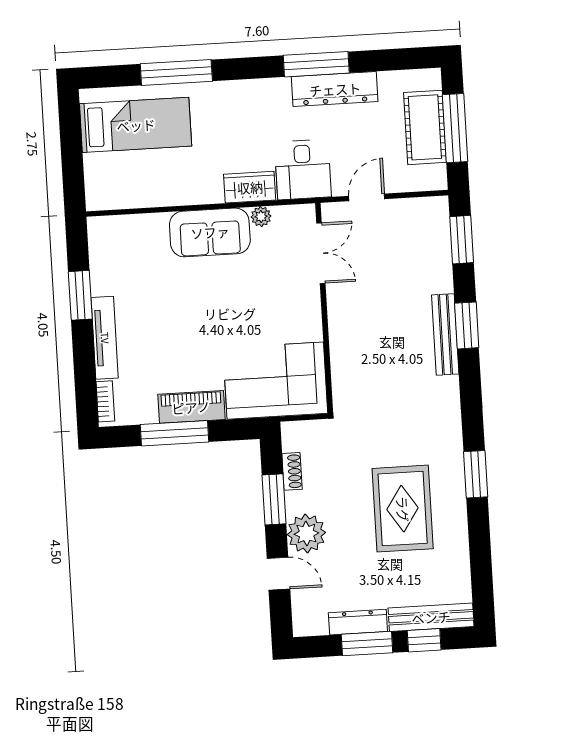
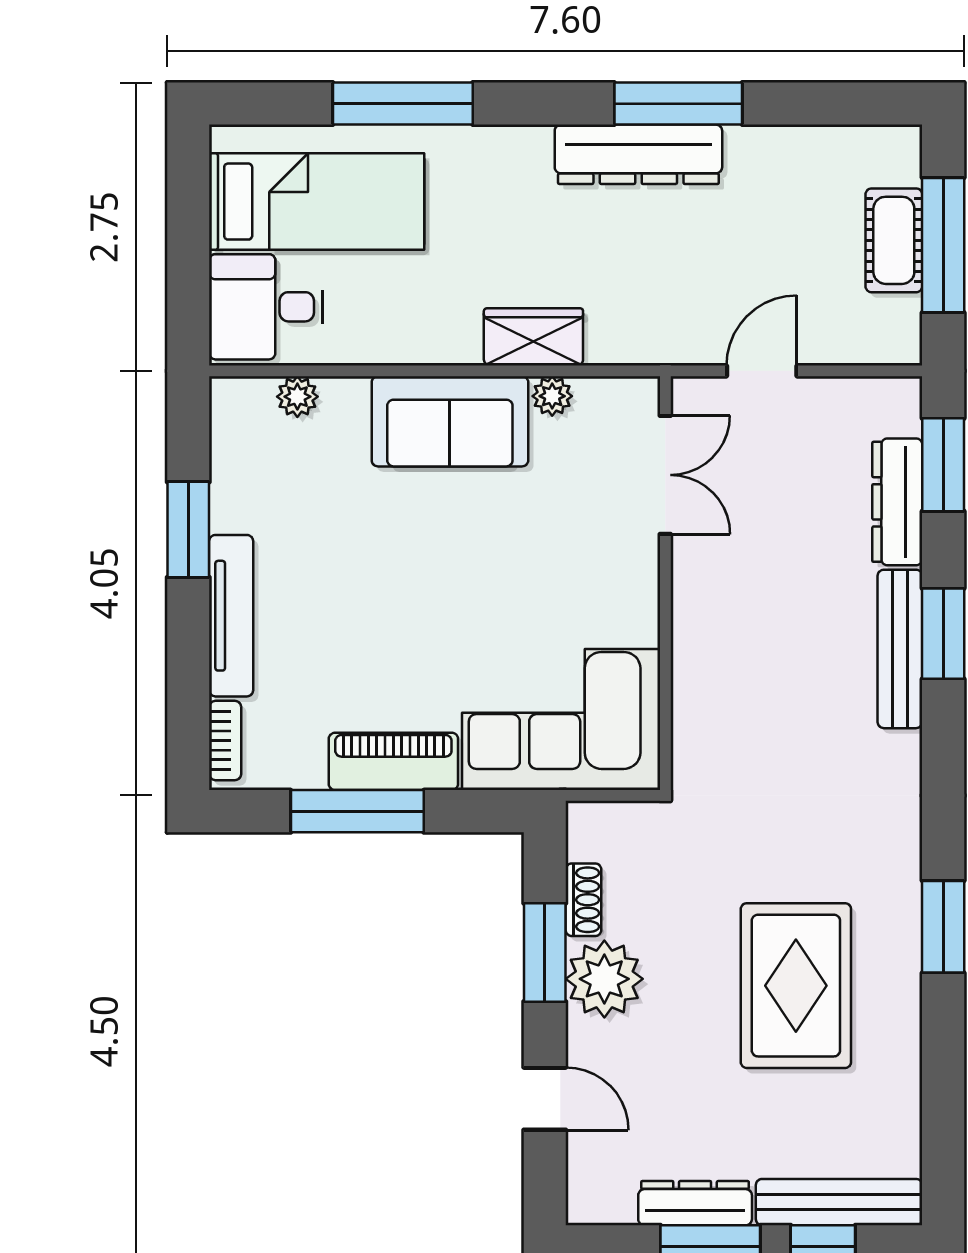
dresser: (335, 89) -> (638, 154), moved
cot: (425, 127) -> (894, 240), width x0.73, depth x0.75
desk: (303, 170) -> (266, 307), moved, turned 90
plant: (132, 225) -> (297, 397), added
dresser: (439, 260) -> (897, 502), added
plant: (306, 534) -> (604, 979), moved

